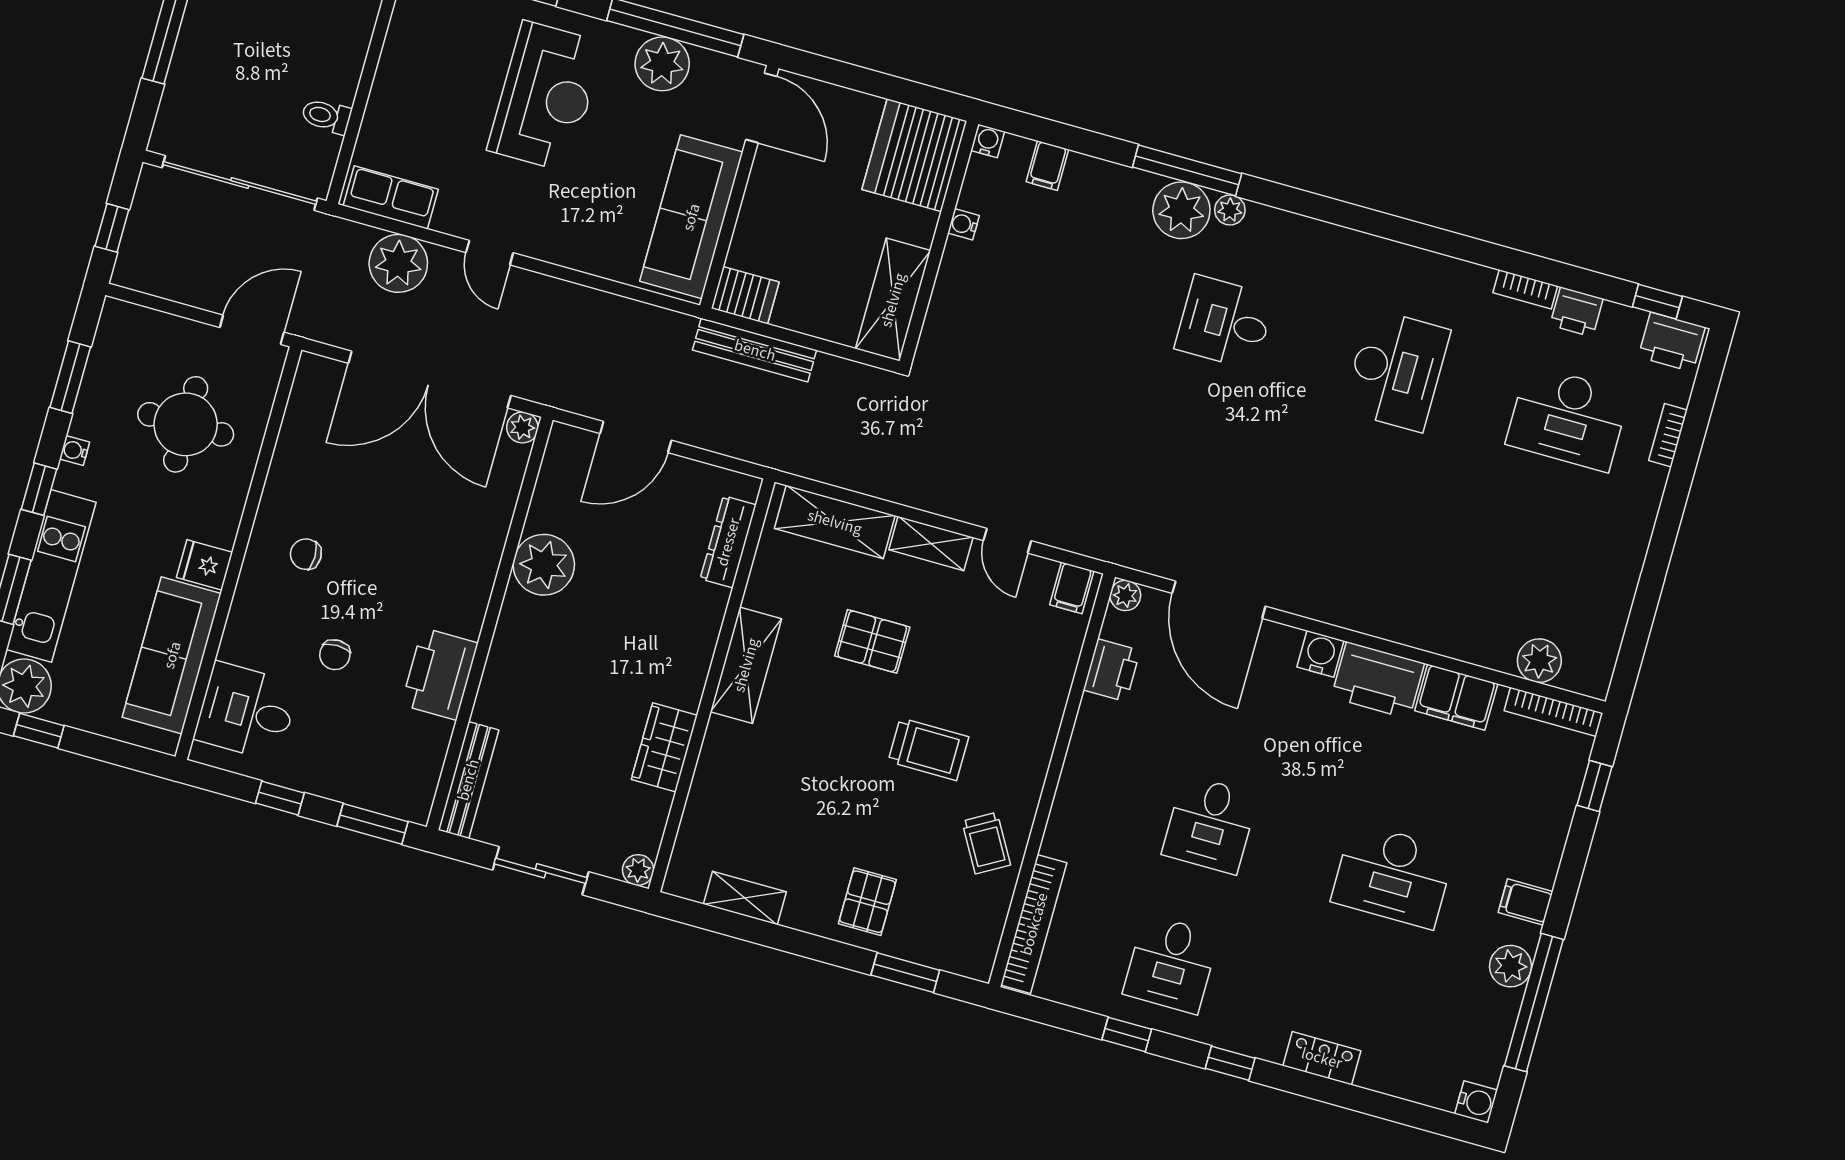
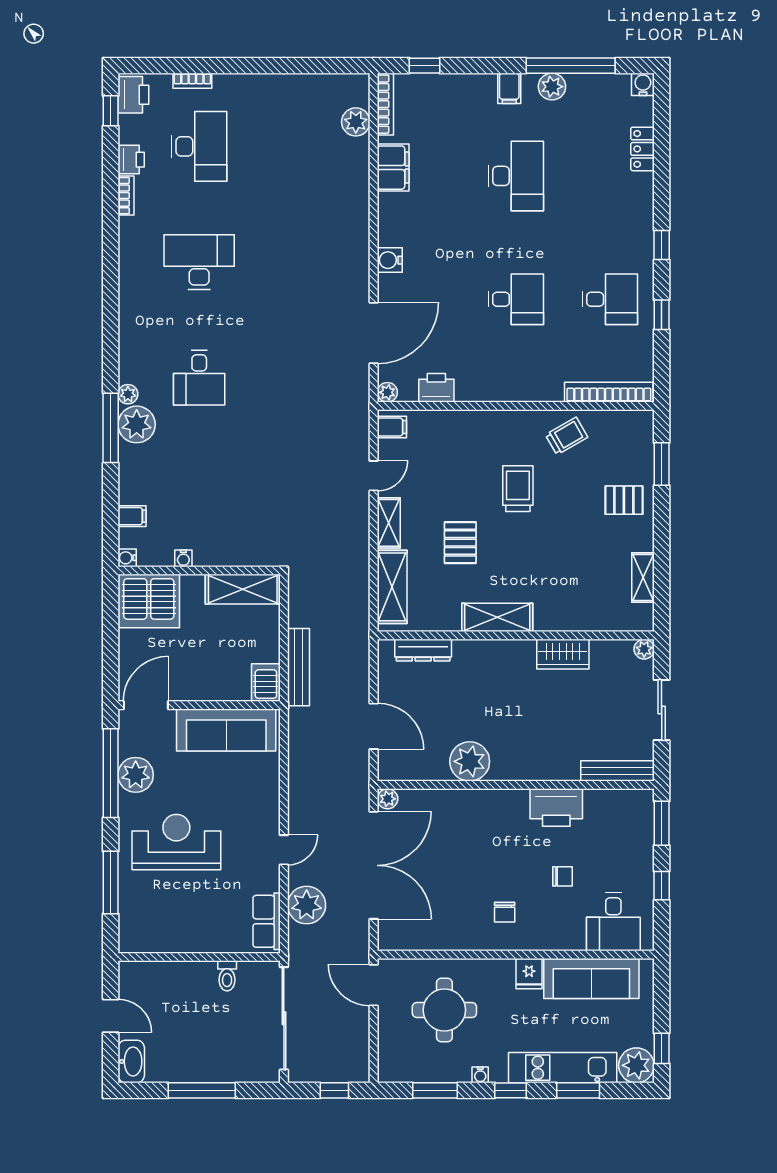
printer: (1378, 680) -> (396, 219), removed
locker: (1322, 1058) -> (643, 149), moved

